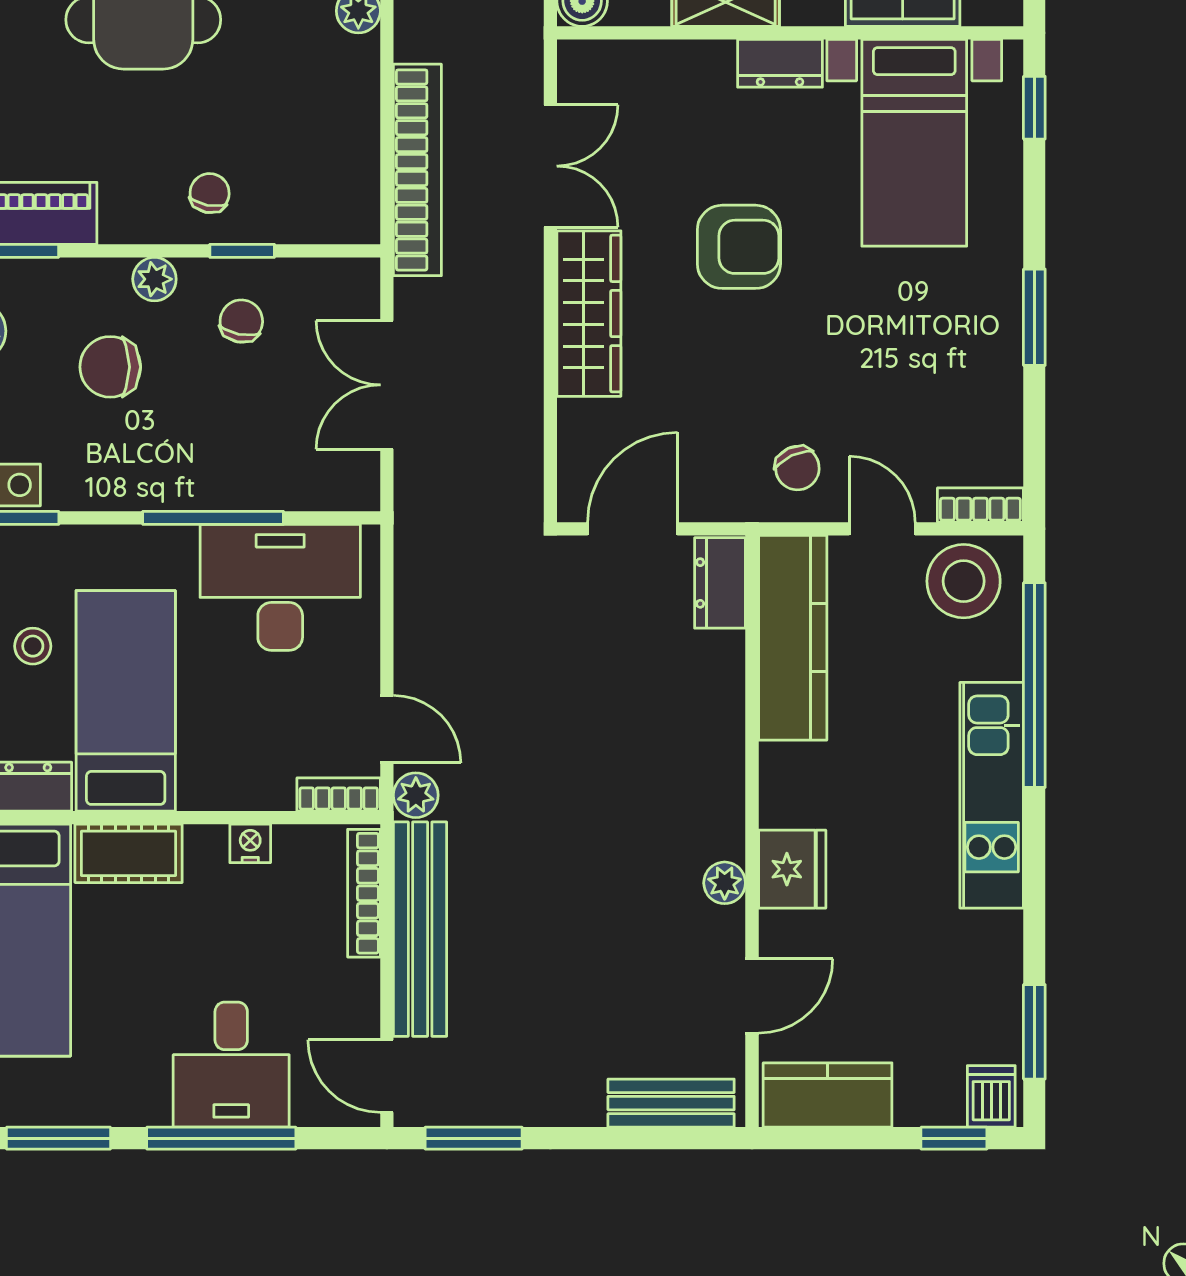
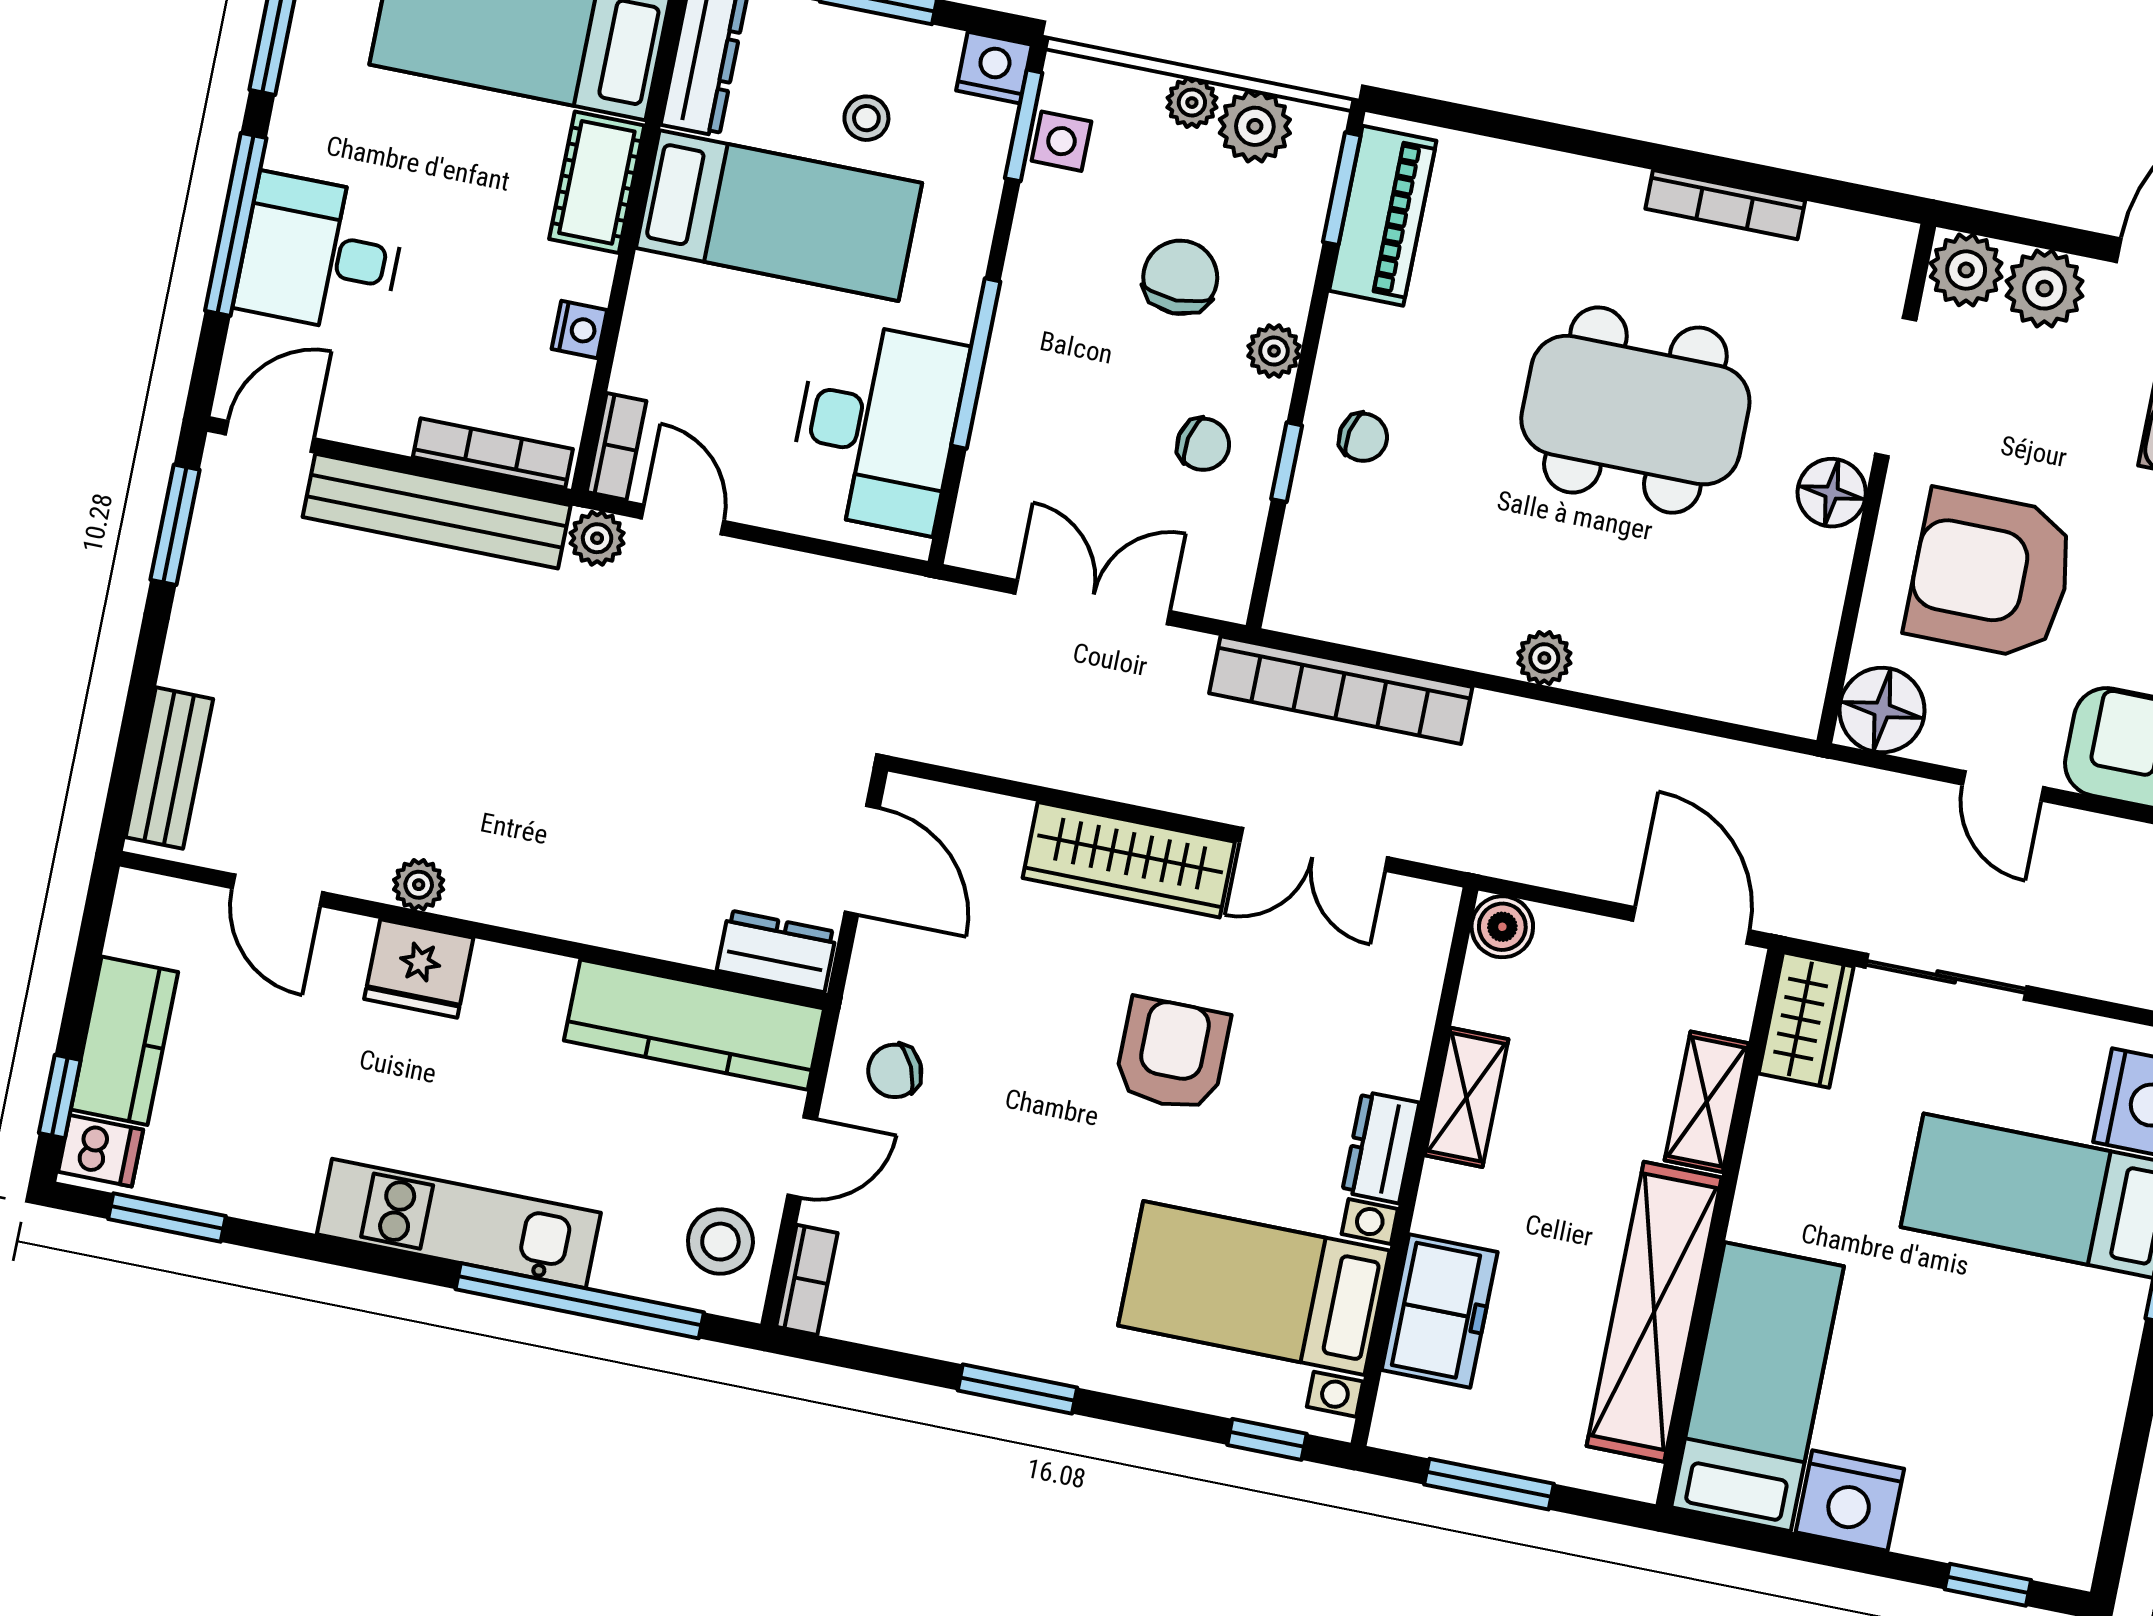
armchair: (739, 247) -> (1172, 1054), turned 180
stool: (964, 581) -> (720, 1242), width x0.73, depth x0.73
door: (387, 729) -> (683, 520), swing flipped
kitchen counter: (828, 1095) -> (124, 1041), moved

